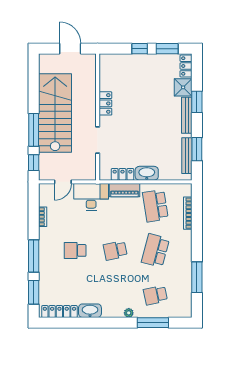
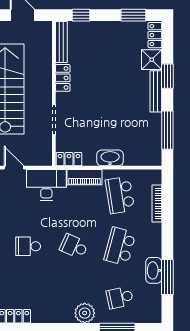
window: (140, 49) -> (81, 15), moved
window: (197, 149) -> (167, 130), width x1.44
bench: (187, 156) -> (61, 42), moved
locker: (122, 174) -> (69, 159), moved
door: (63, 182) -> (14, 168), swing flipped
school desk: (115, 250) -> (74, 246), turned 36
washbasin: (90, 311) -> (154, 270), moved, turned -90
plant: (129, 313) -> (85, 313), width x1.88, depth x1.88

